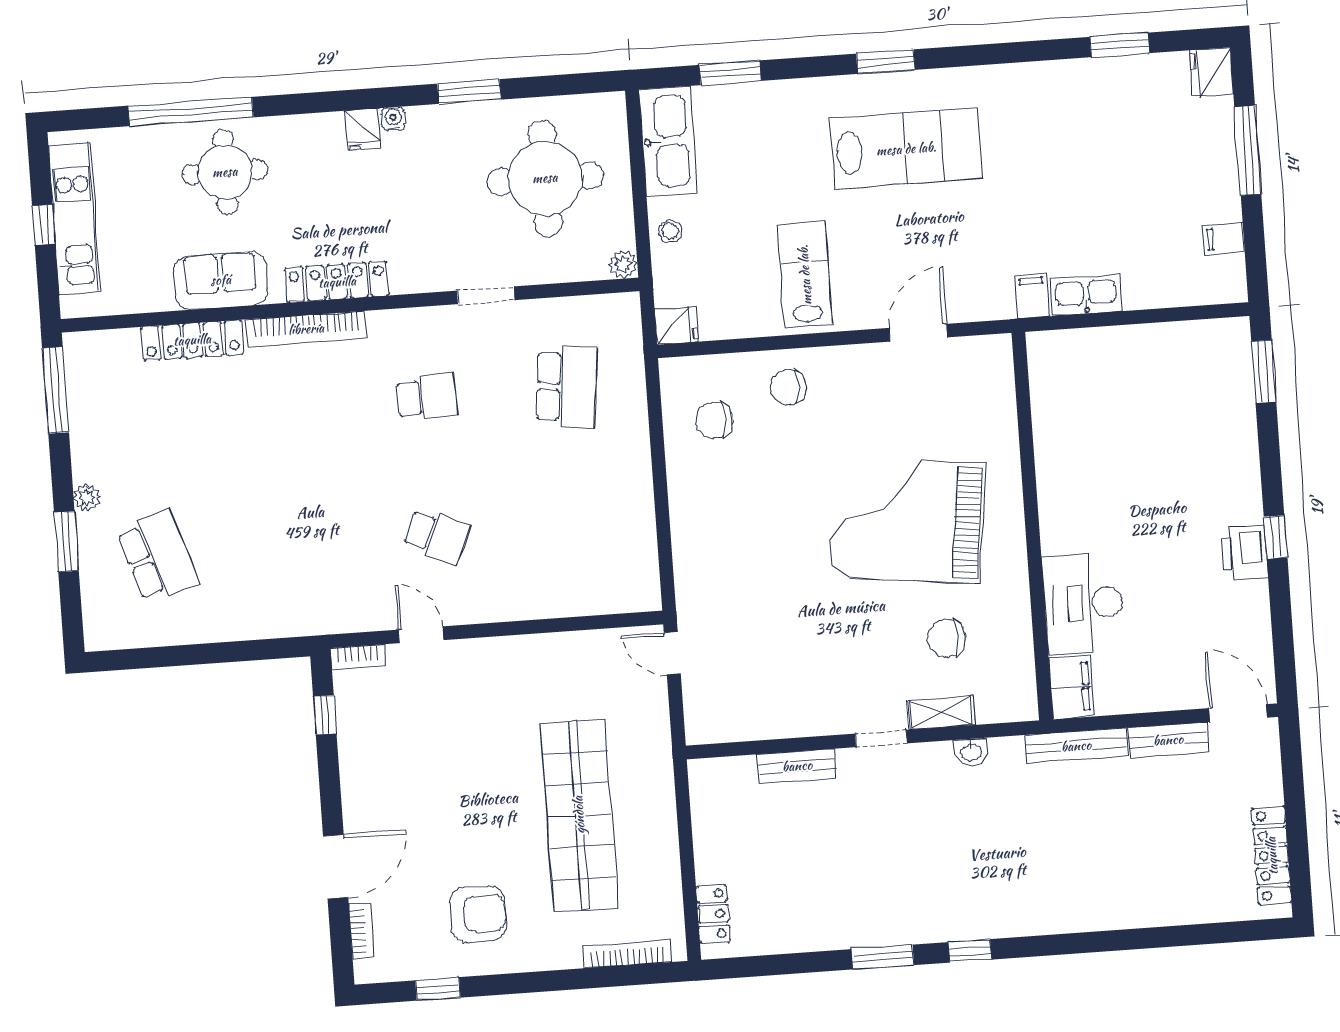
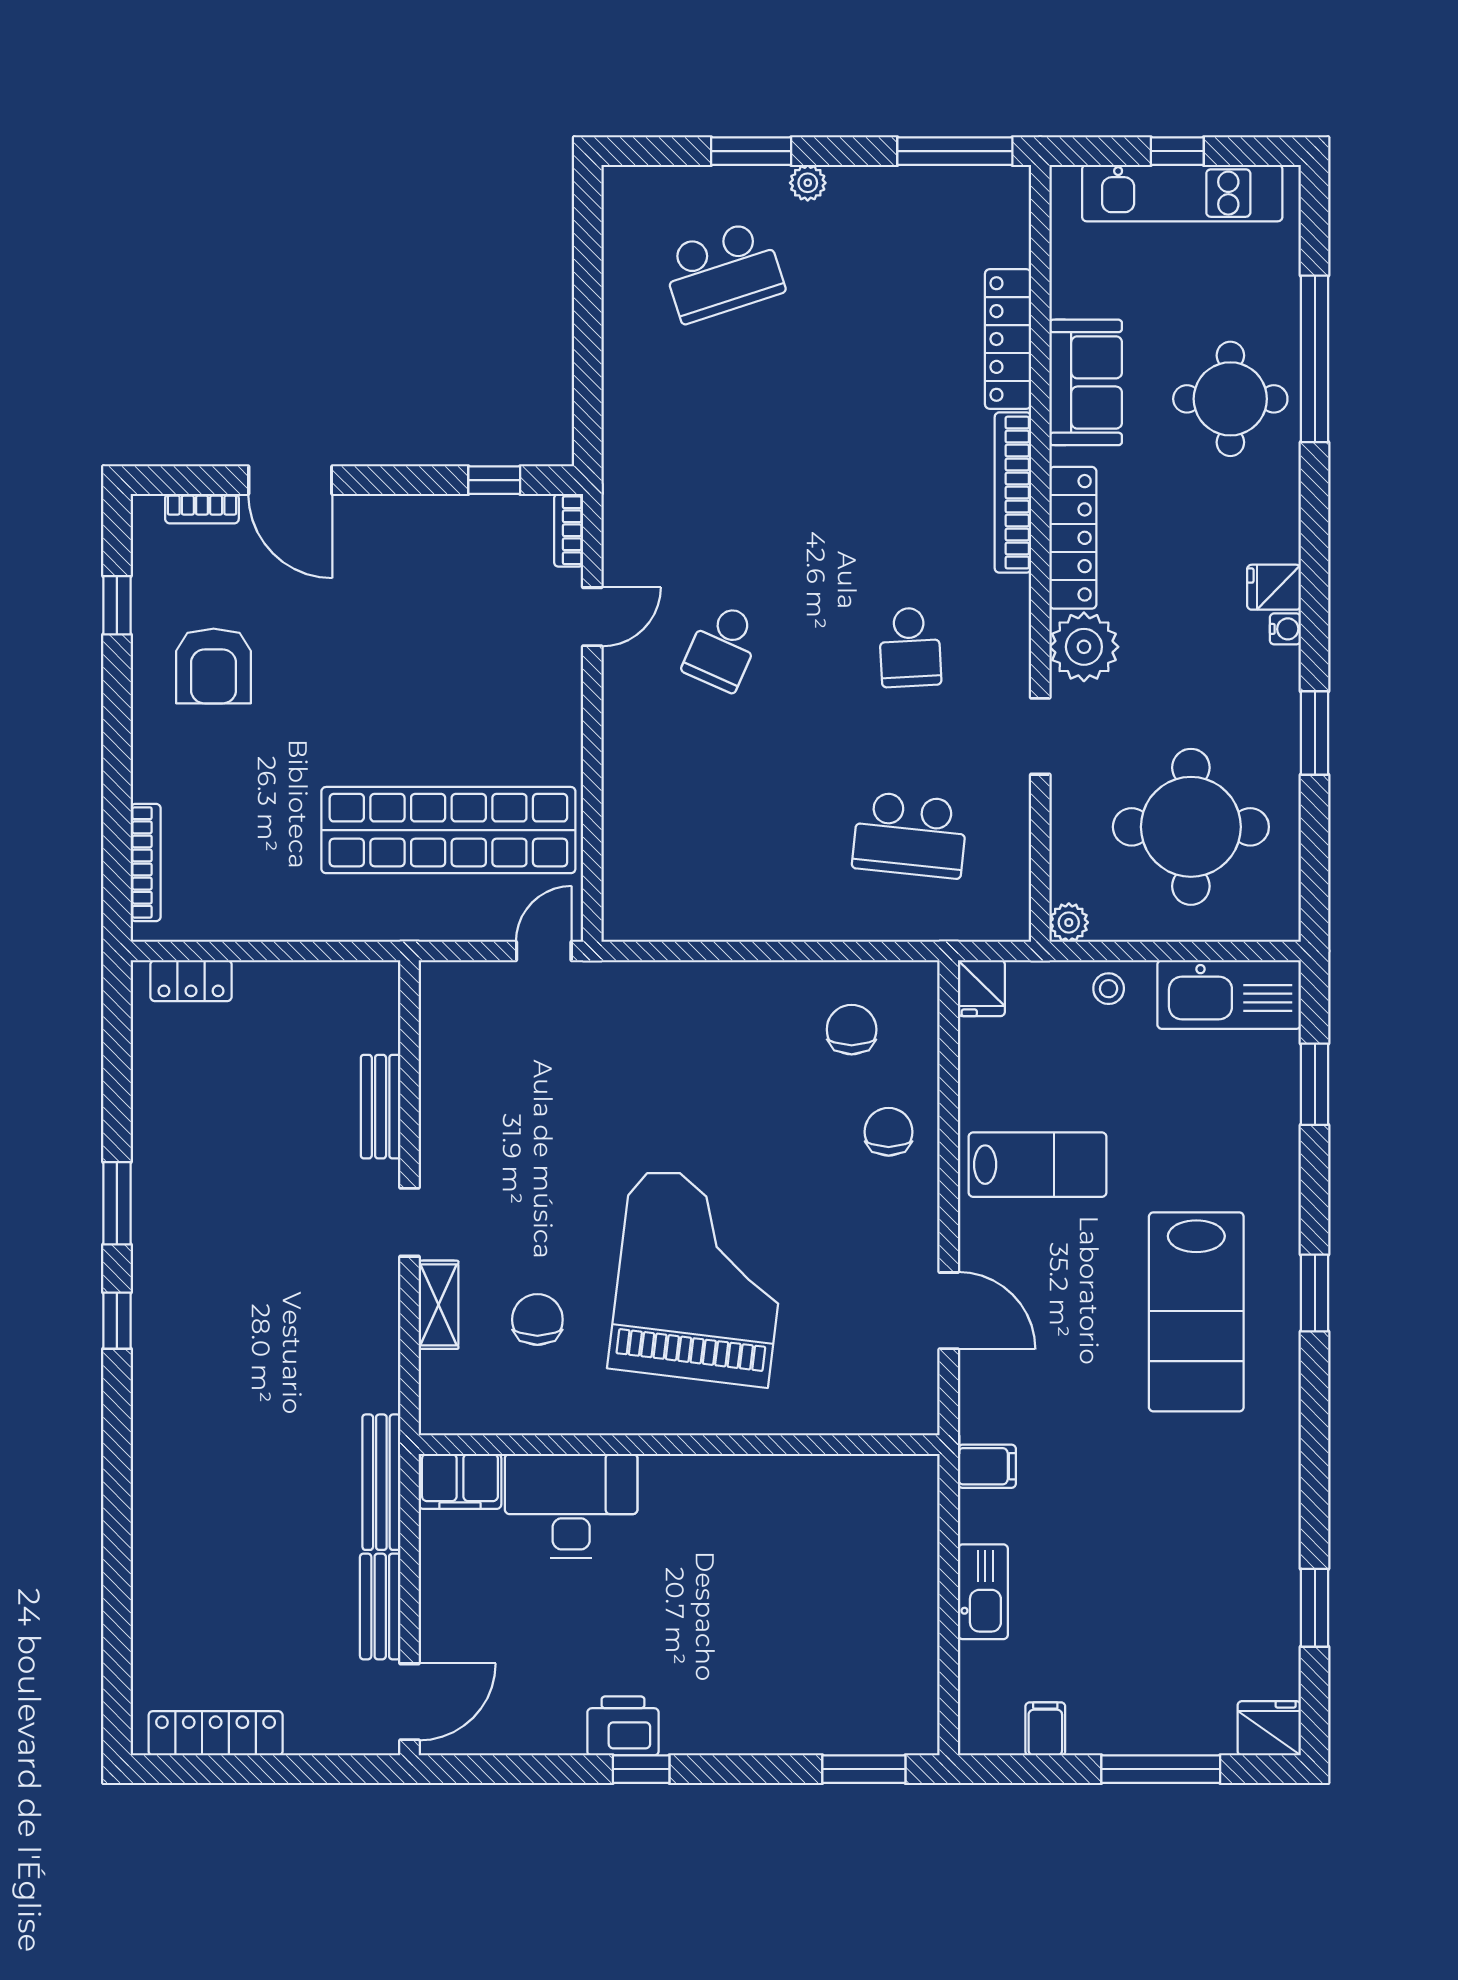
plant: (417, 268) -> (1084, 647), added
kitchen sink: (1086, 295) -> (983, 1592), moved
washbasin: (971, 752) -> (383, 1341), removed
shop shelf: (579, 815) -> (448, 830), moved

